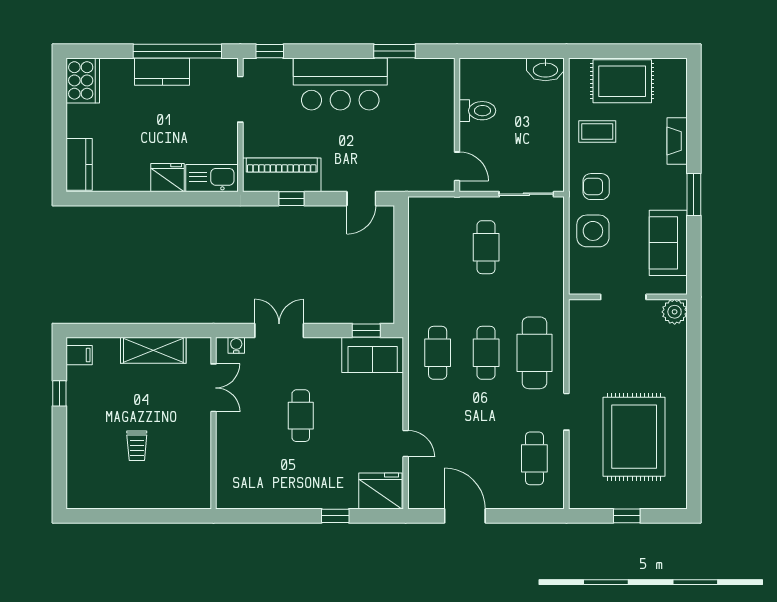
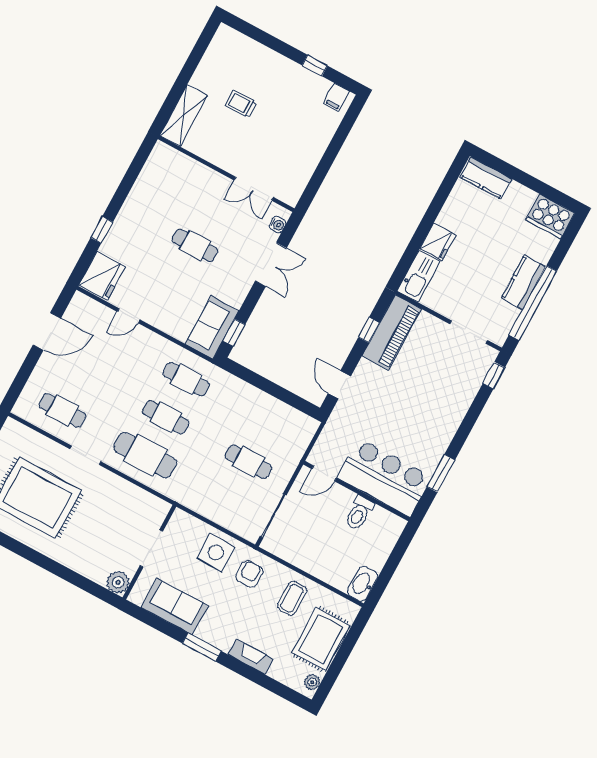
plant: (669, 67) -> (312, 682), added
bar counter: (340, 84) -> (384, 477), moved, turned 90
shelving: (153, 350) -> (184, 115), moved

